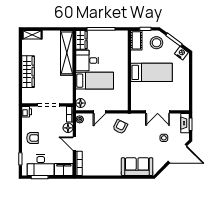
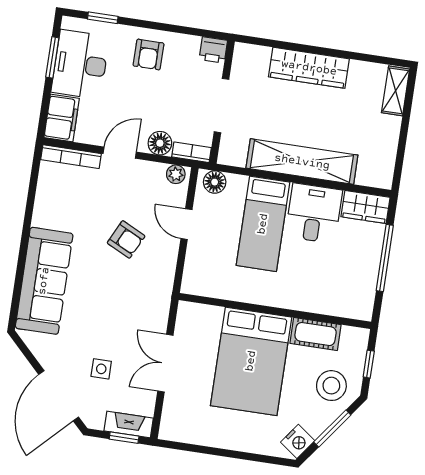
cot: (136, 40) -> (316, 334), moved
shelving: (67, 53) -> (302, 162), moved
bed: (152, 72) -> (251, 361), width x1.50
armchair: (120, 127) -> (126, 239), moved
sofa: (137, 167) -> (44, 281), width x1.36

